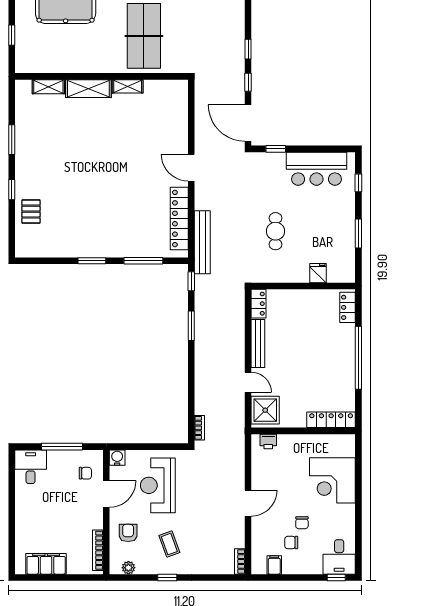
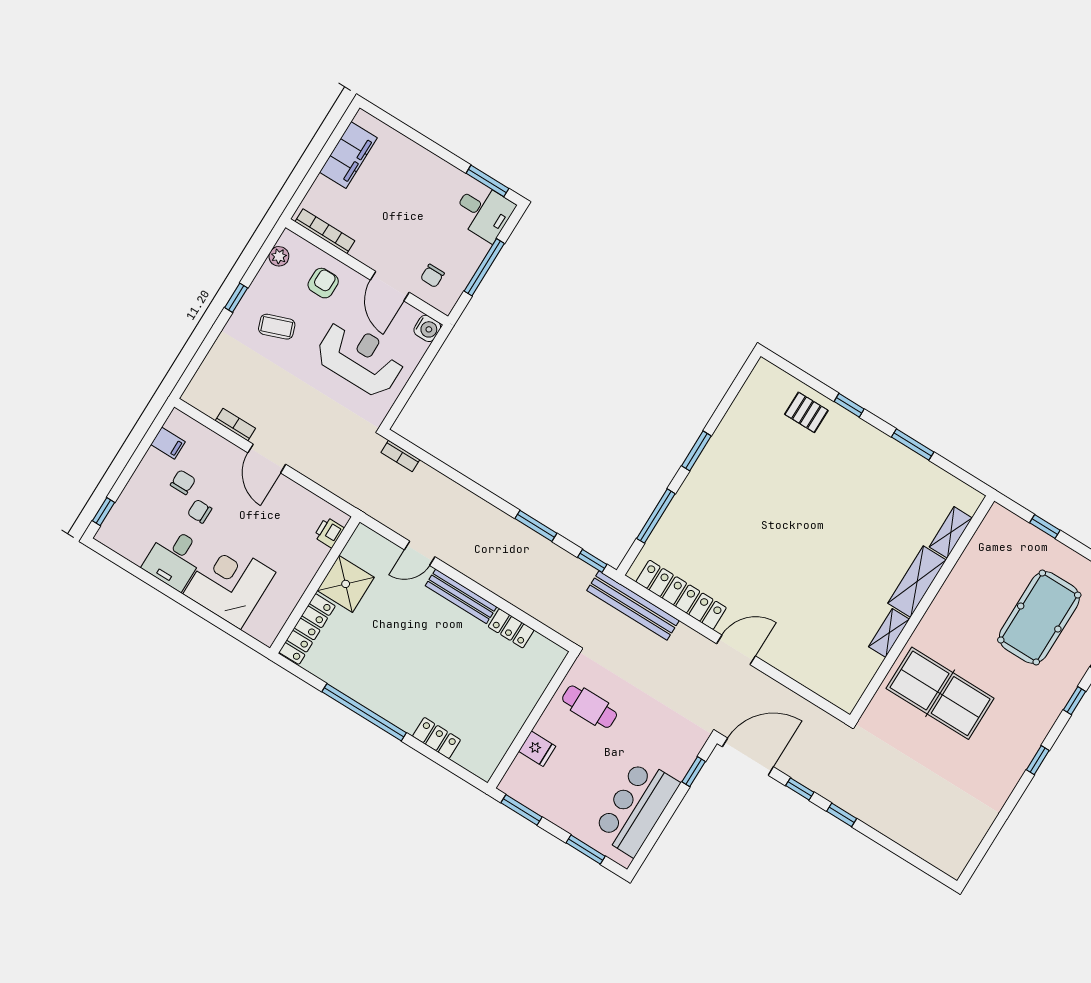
window: (358, 183) -> (586, 850), width x1.50
fridge: (318, 273) -> (537, 749), moved
wall: (303, 286) -> (532, 720), moved
shower: (265, 410) -> (346, 584), moved
window: (12, 475) -> (487, 181), added
armchair: (128, 533) -> (323, 283), turned -90
desk: (339, 557) -> (174, 559), moved, turned -90
bookcase: (240, 561) -> (235, 425), moved

